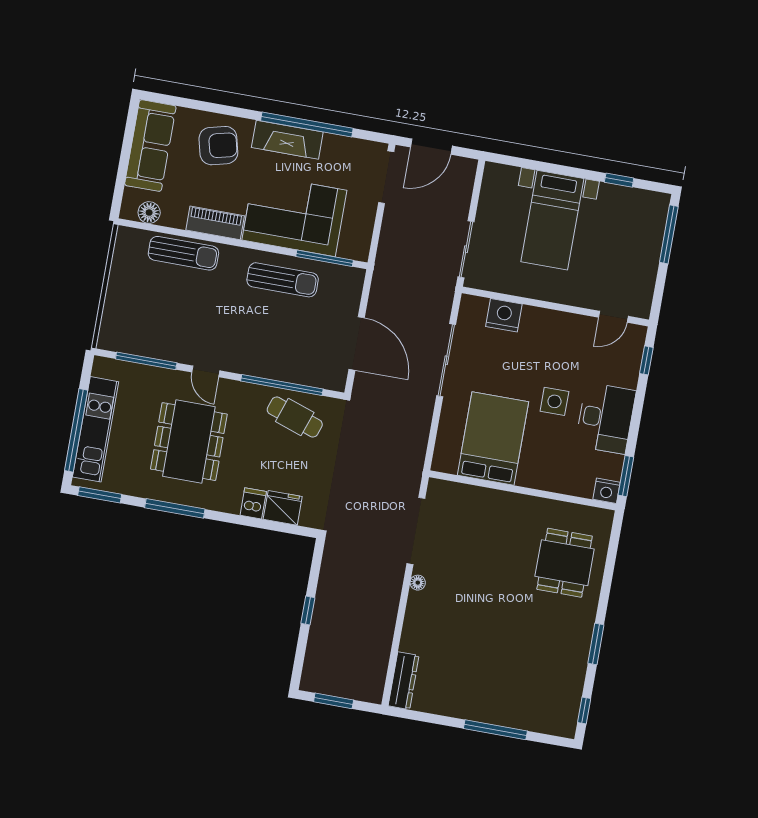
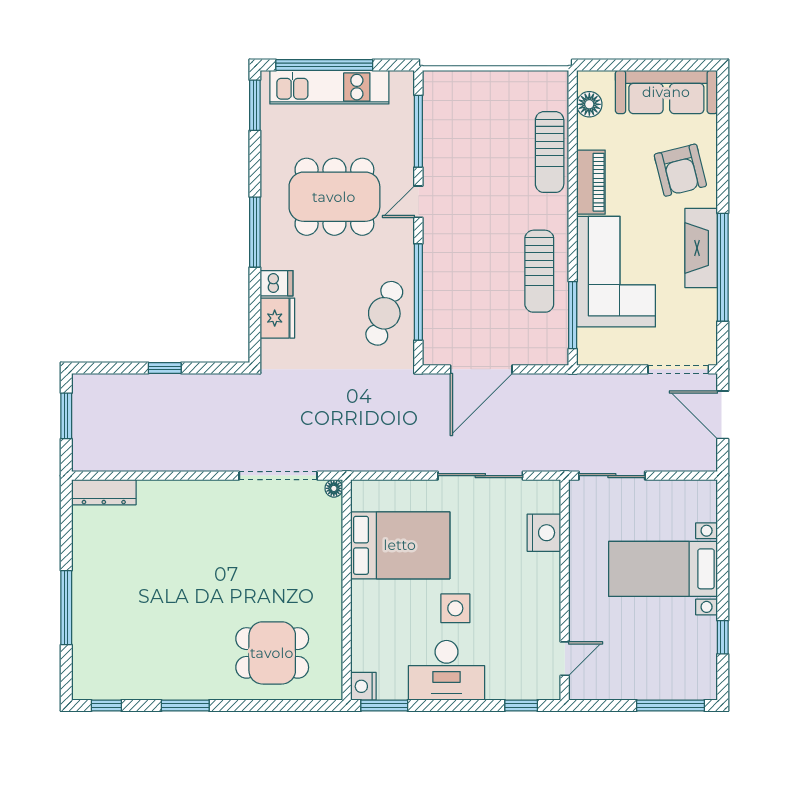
door: (613, 317) -> (565, 659), swing flipped
window: (175, 508) -> (255, 232), moved
floor lamp: (418, 583) -> (334, 488), moved

